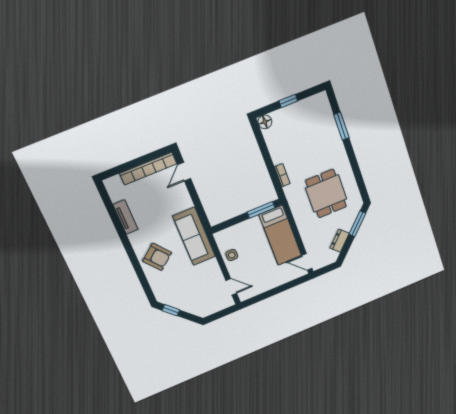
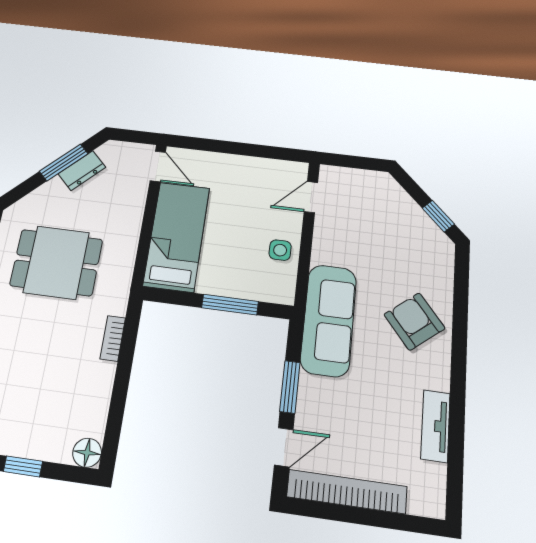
dining table: (326, 194) -> (56, 262), turned 90
window: (195, 198) -> (290, 387), added
window: (261, 210) -> (230, 305), moved
window: (357, 224) -> (64, 162), moved
door: (231, 287) -> (311, 197), hinge flipped

